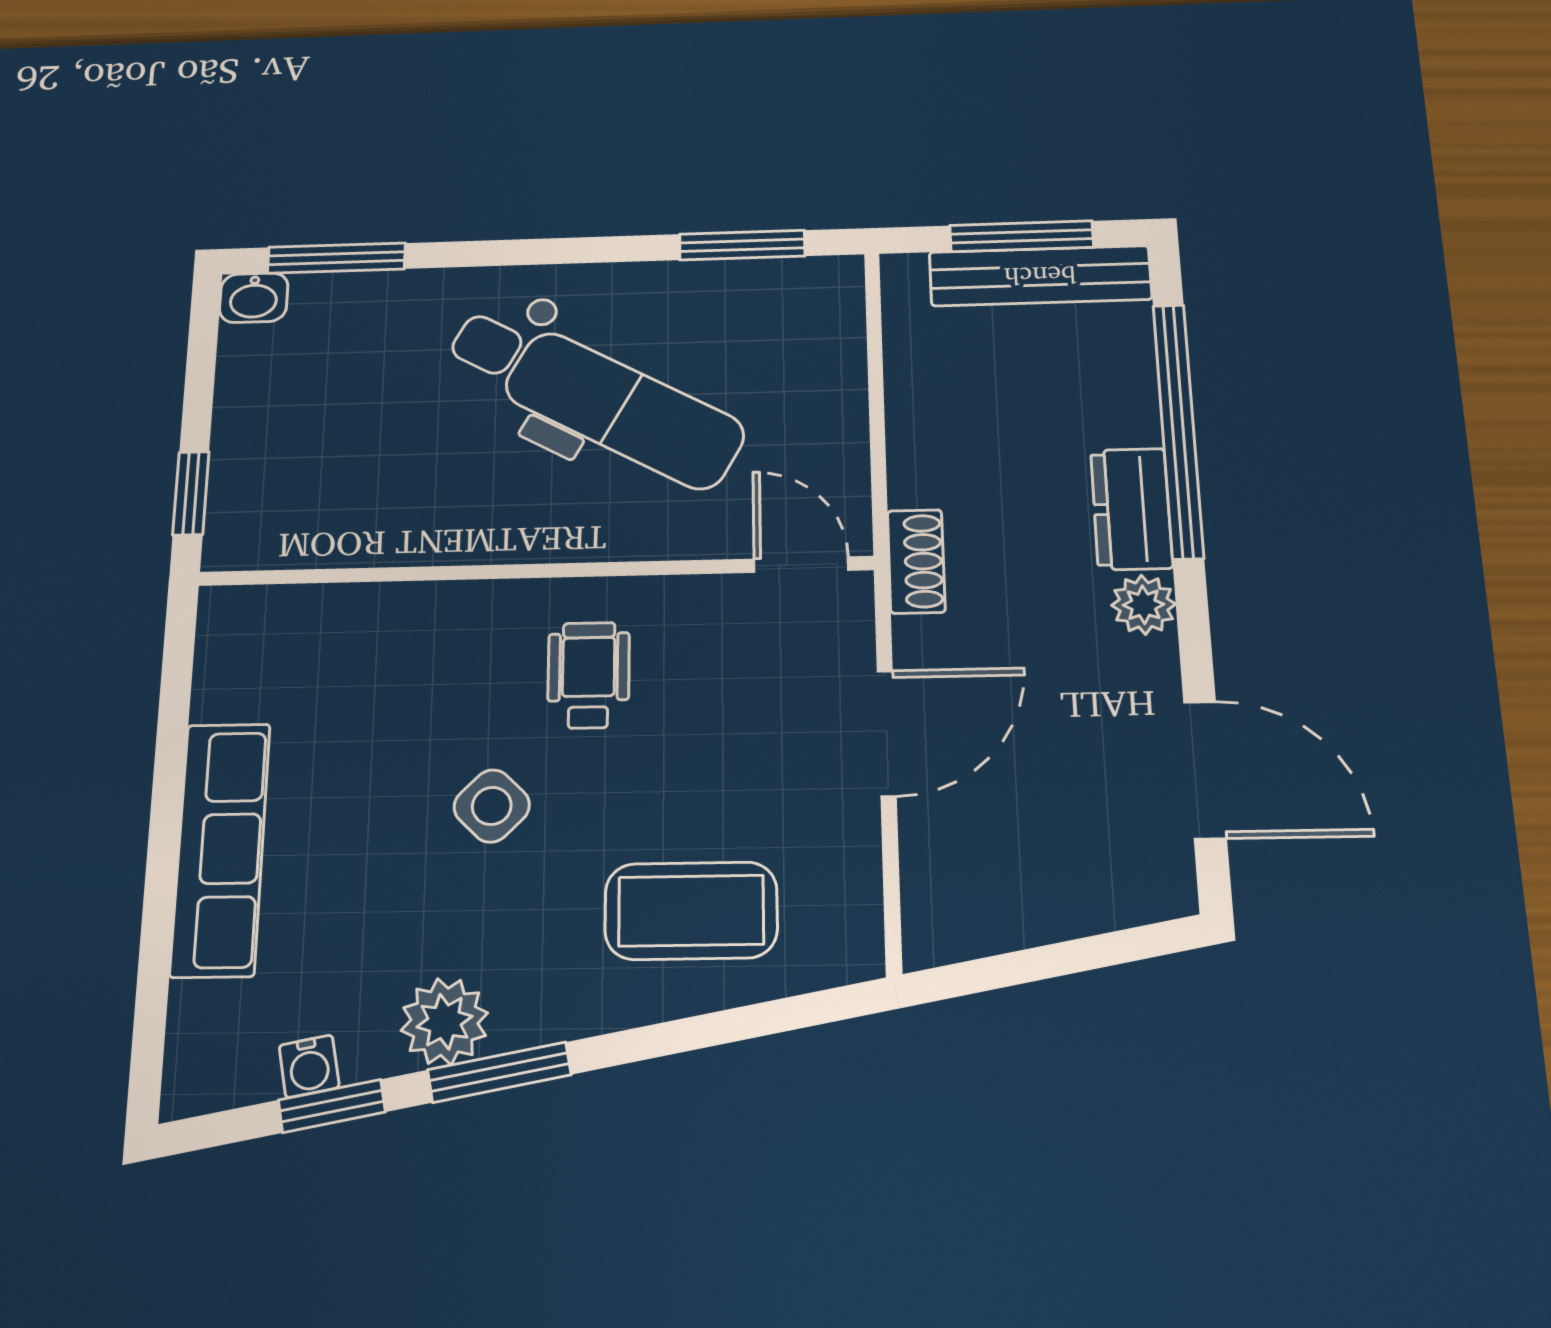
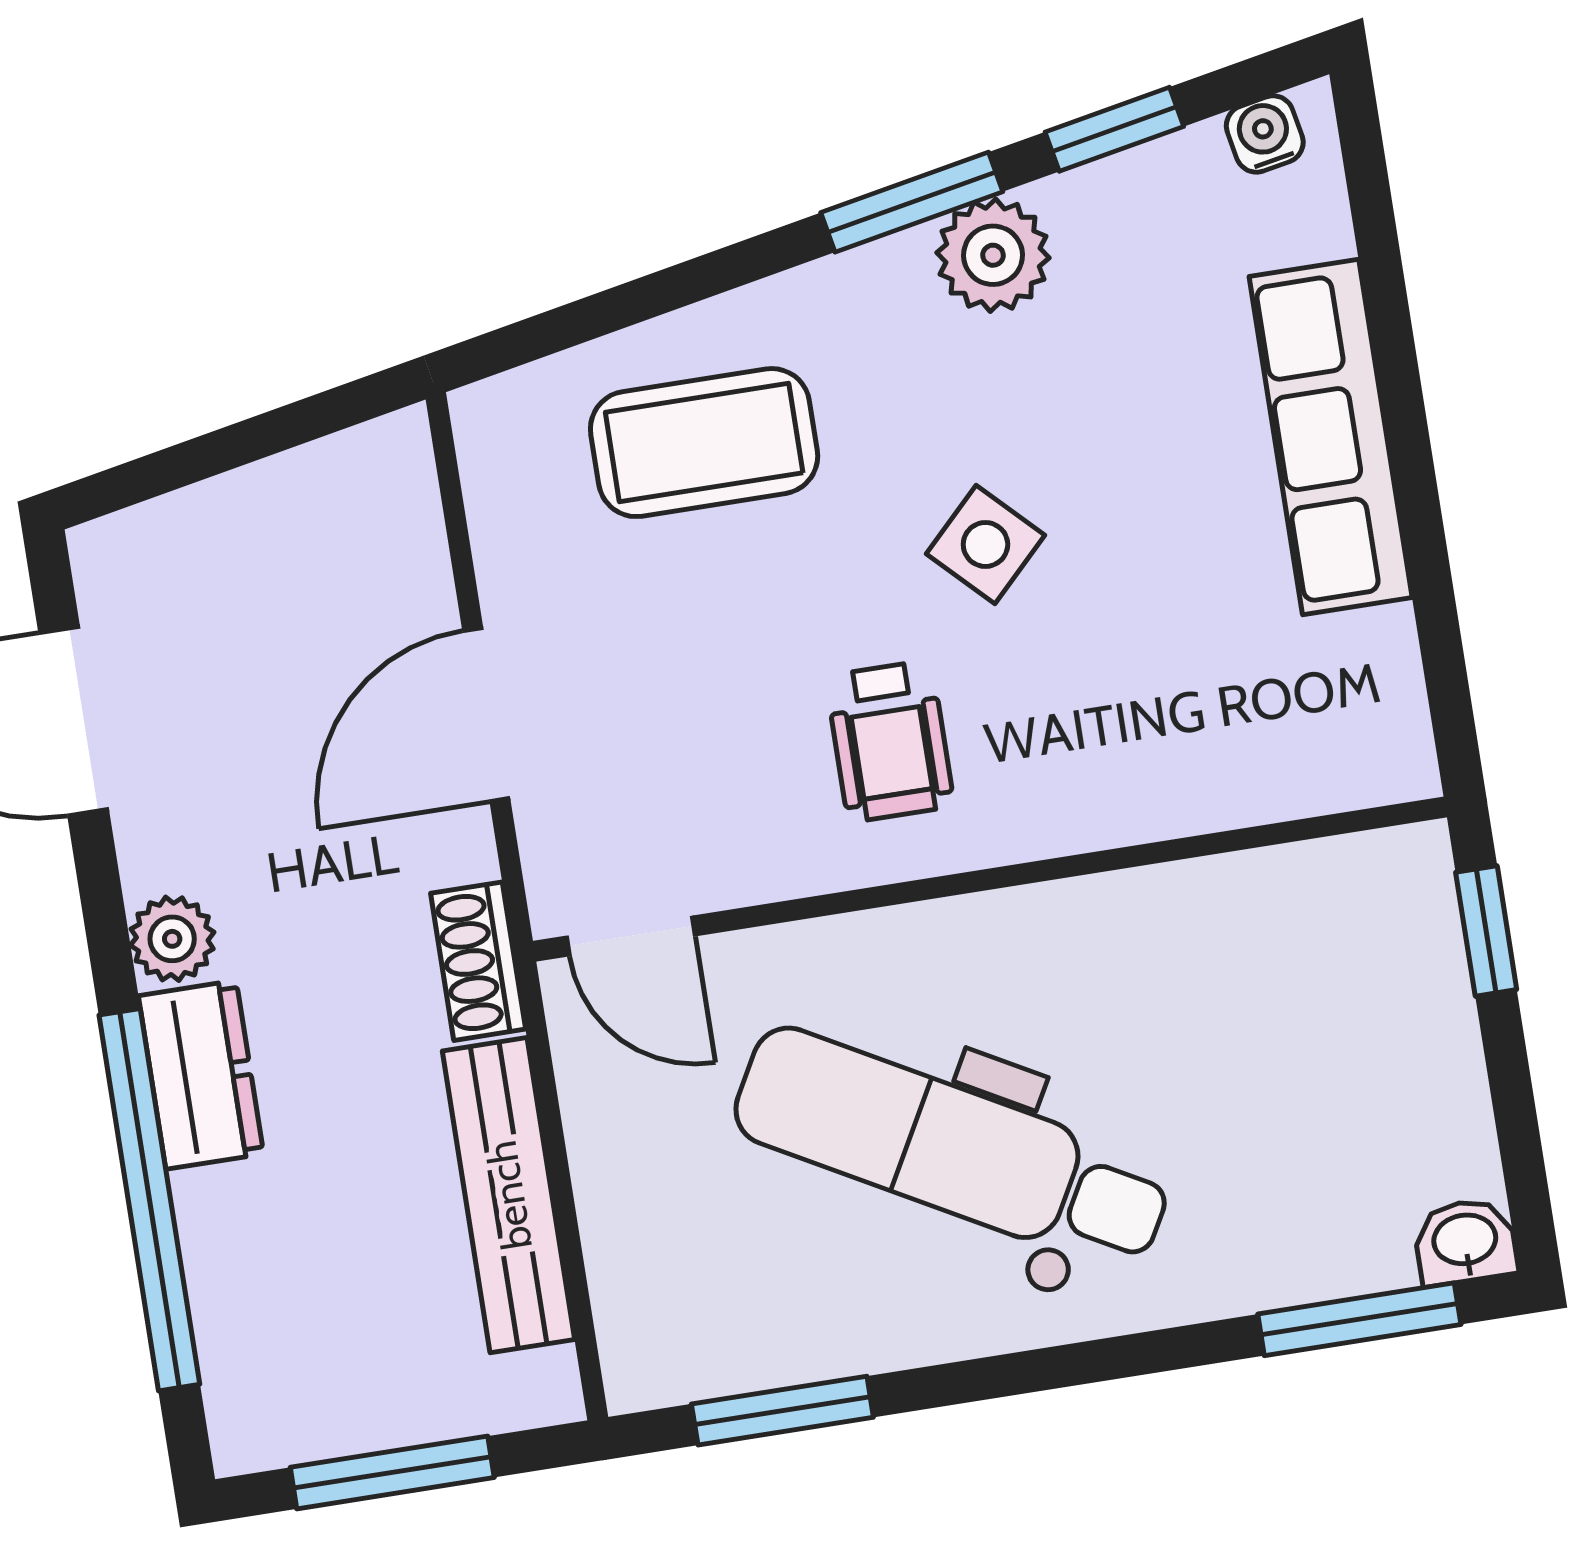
bench: (1040, 276) -> (509, 1195), moved, turned 90
water cooler: (309, 1066) -> (1265, 134), moved

